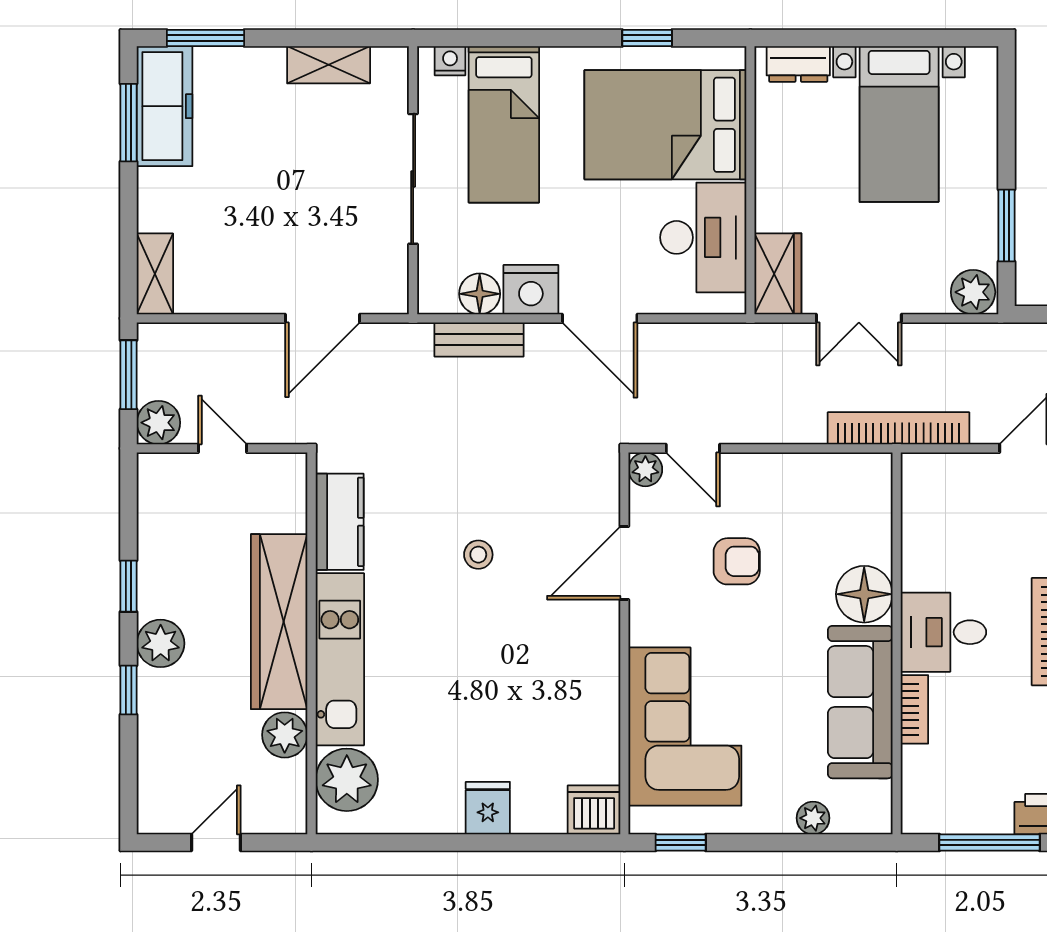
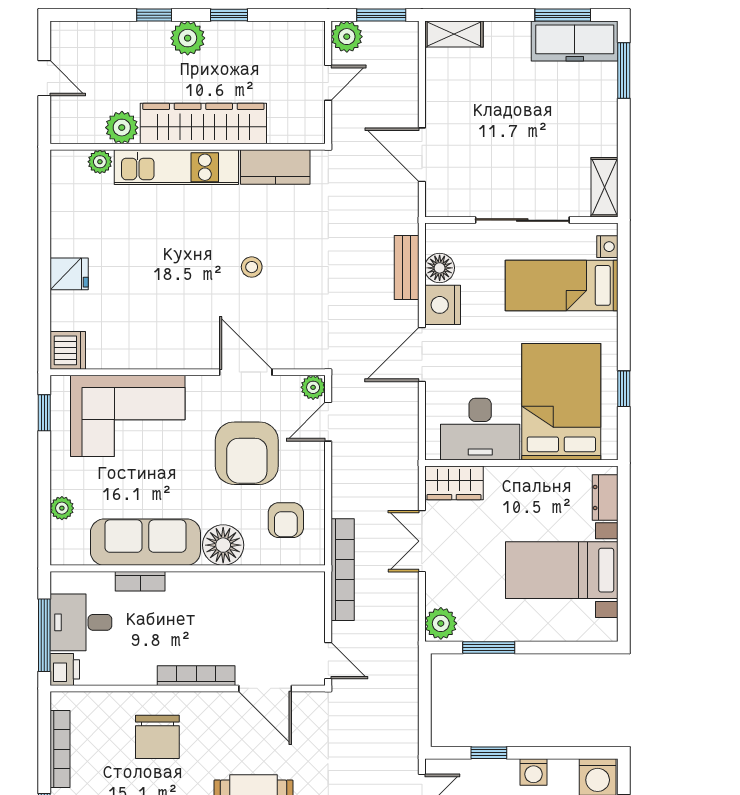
shelving: (329, 65) -> (605, 187), moved
armchair: (830, 507) -> (286, 520), added
armchair: (737, 561) -> (247, 453), width x1.88, depth x1.88
desk: (943, 632) -> (81, 622), moved, turned -90
plant: (347, 780) -> (100, 162), width x0.53, depth x0.53

